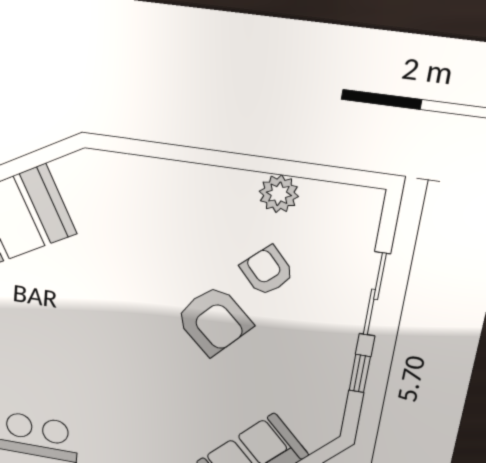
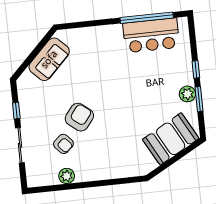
armchair: (214, 321) -> (79, 117), turned 85

